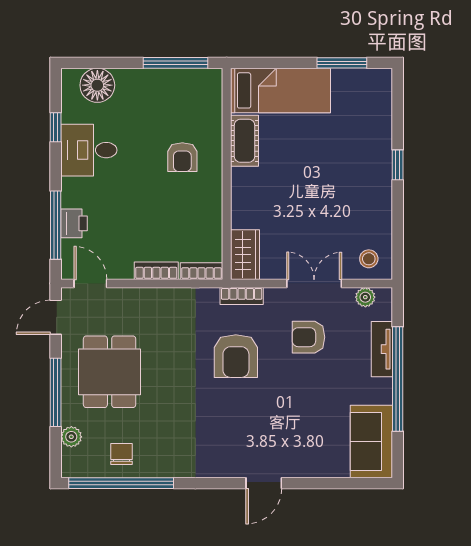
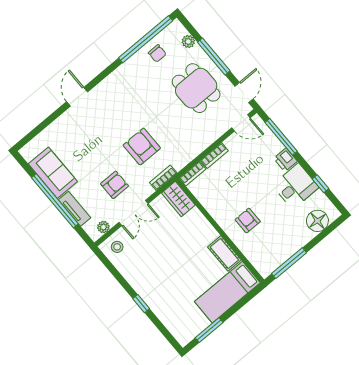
printer: (74, 223) -> (285, 160), moved
sofa: (371, 442) -> (53, 173), moved

